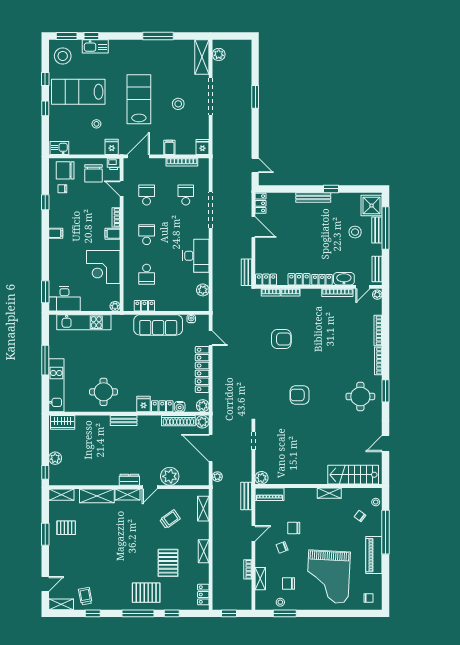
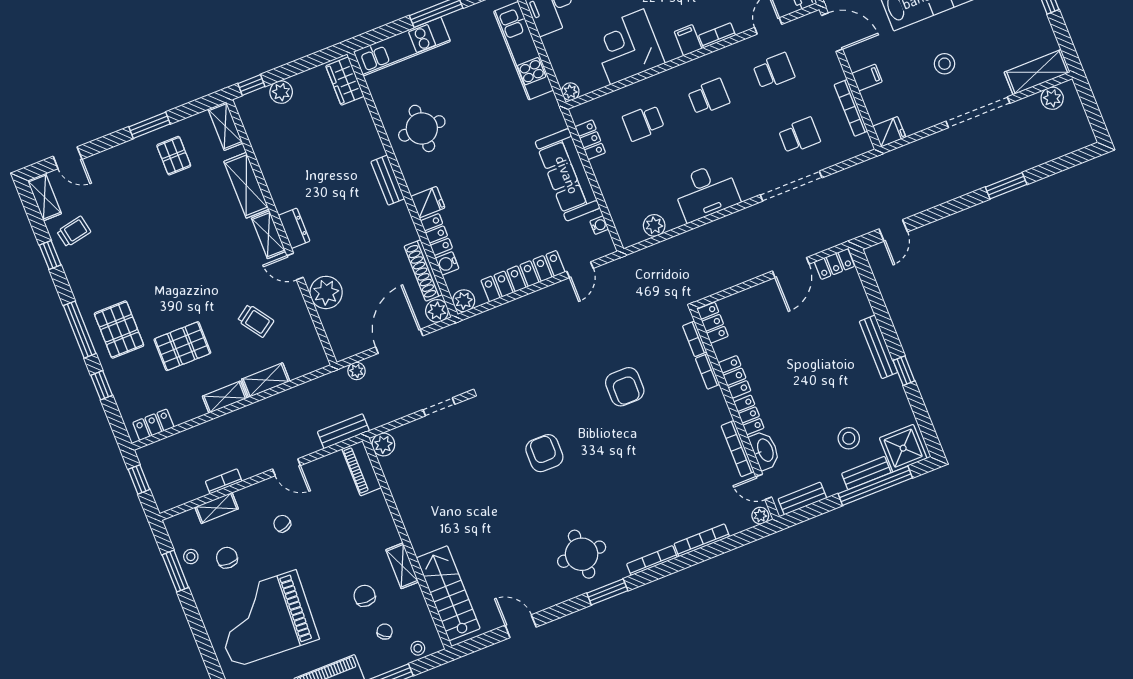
bench: (246, 272) -> (712, 286), removed
shelving: (203, 509) -> (266, 380), moved
chair: (294, 528) -> (365, 596), moved

